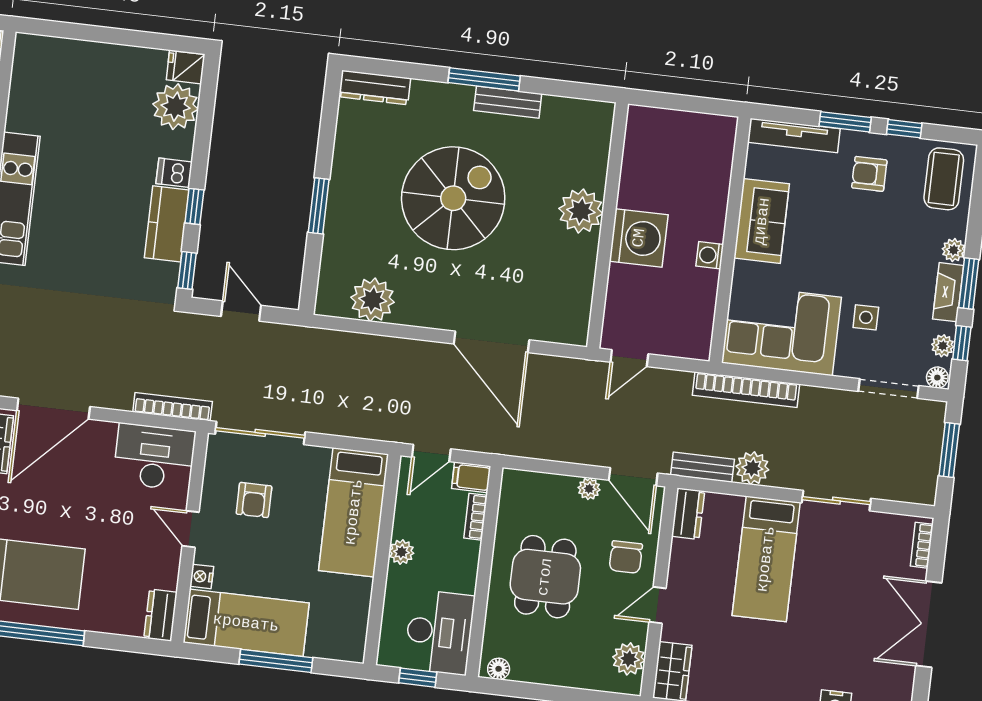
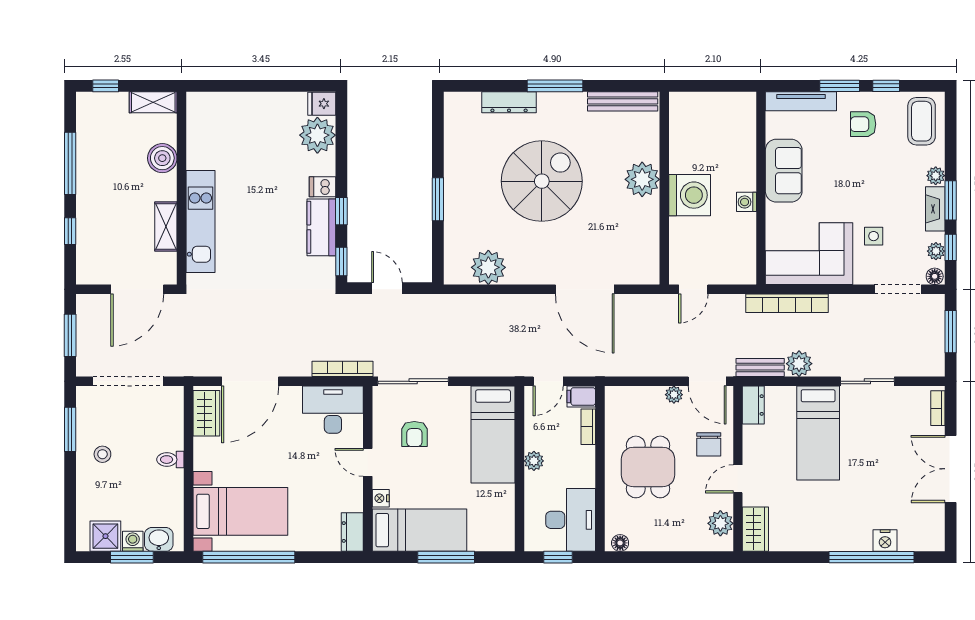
dresser: (375, 88) -> (509, 102), moved
bench: (508, 102) -> (623, 101), moved, width x1.36

